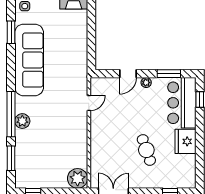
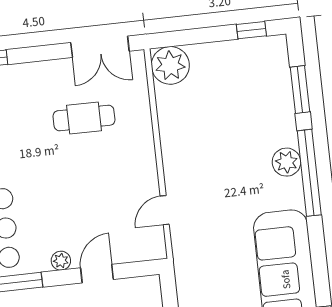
cafe table: (146, 150) -> (84, 118), moved, turned -71

